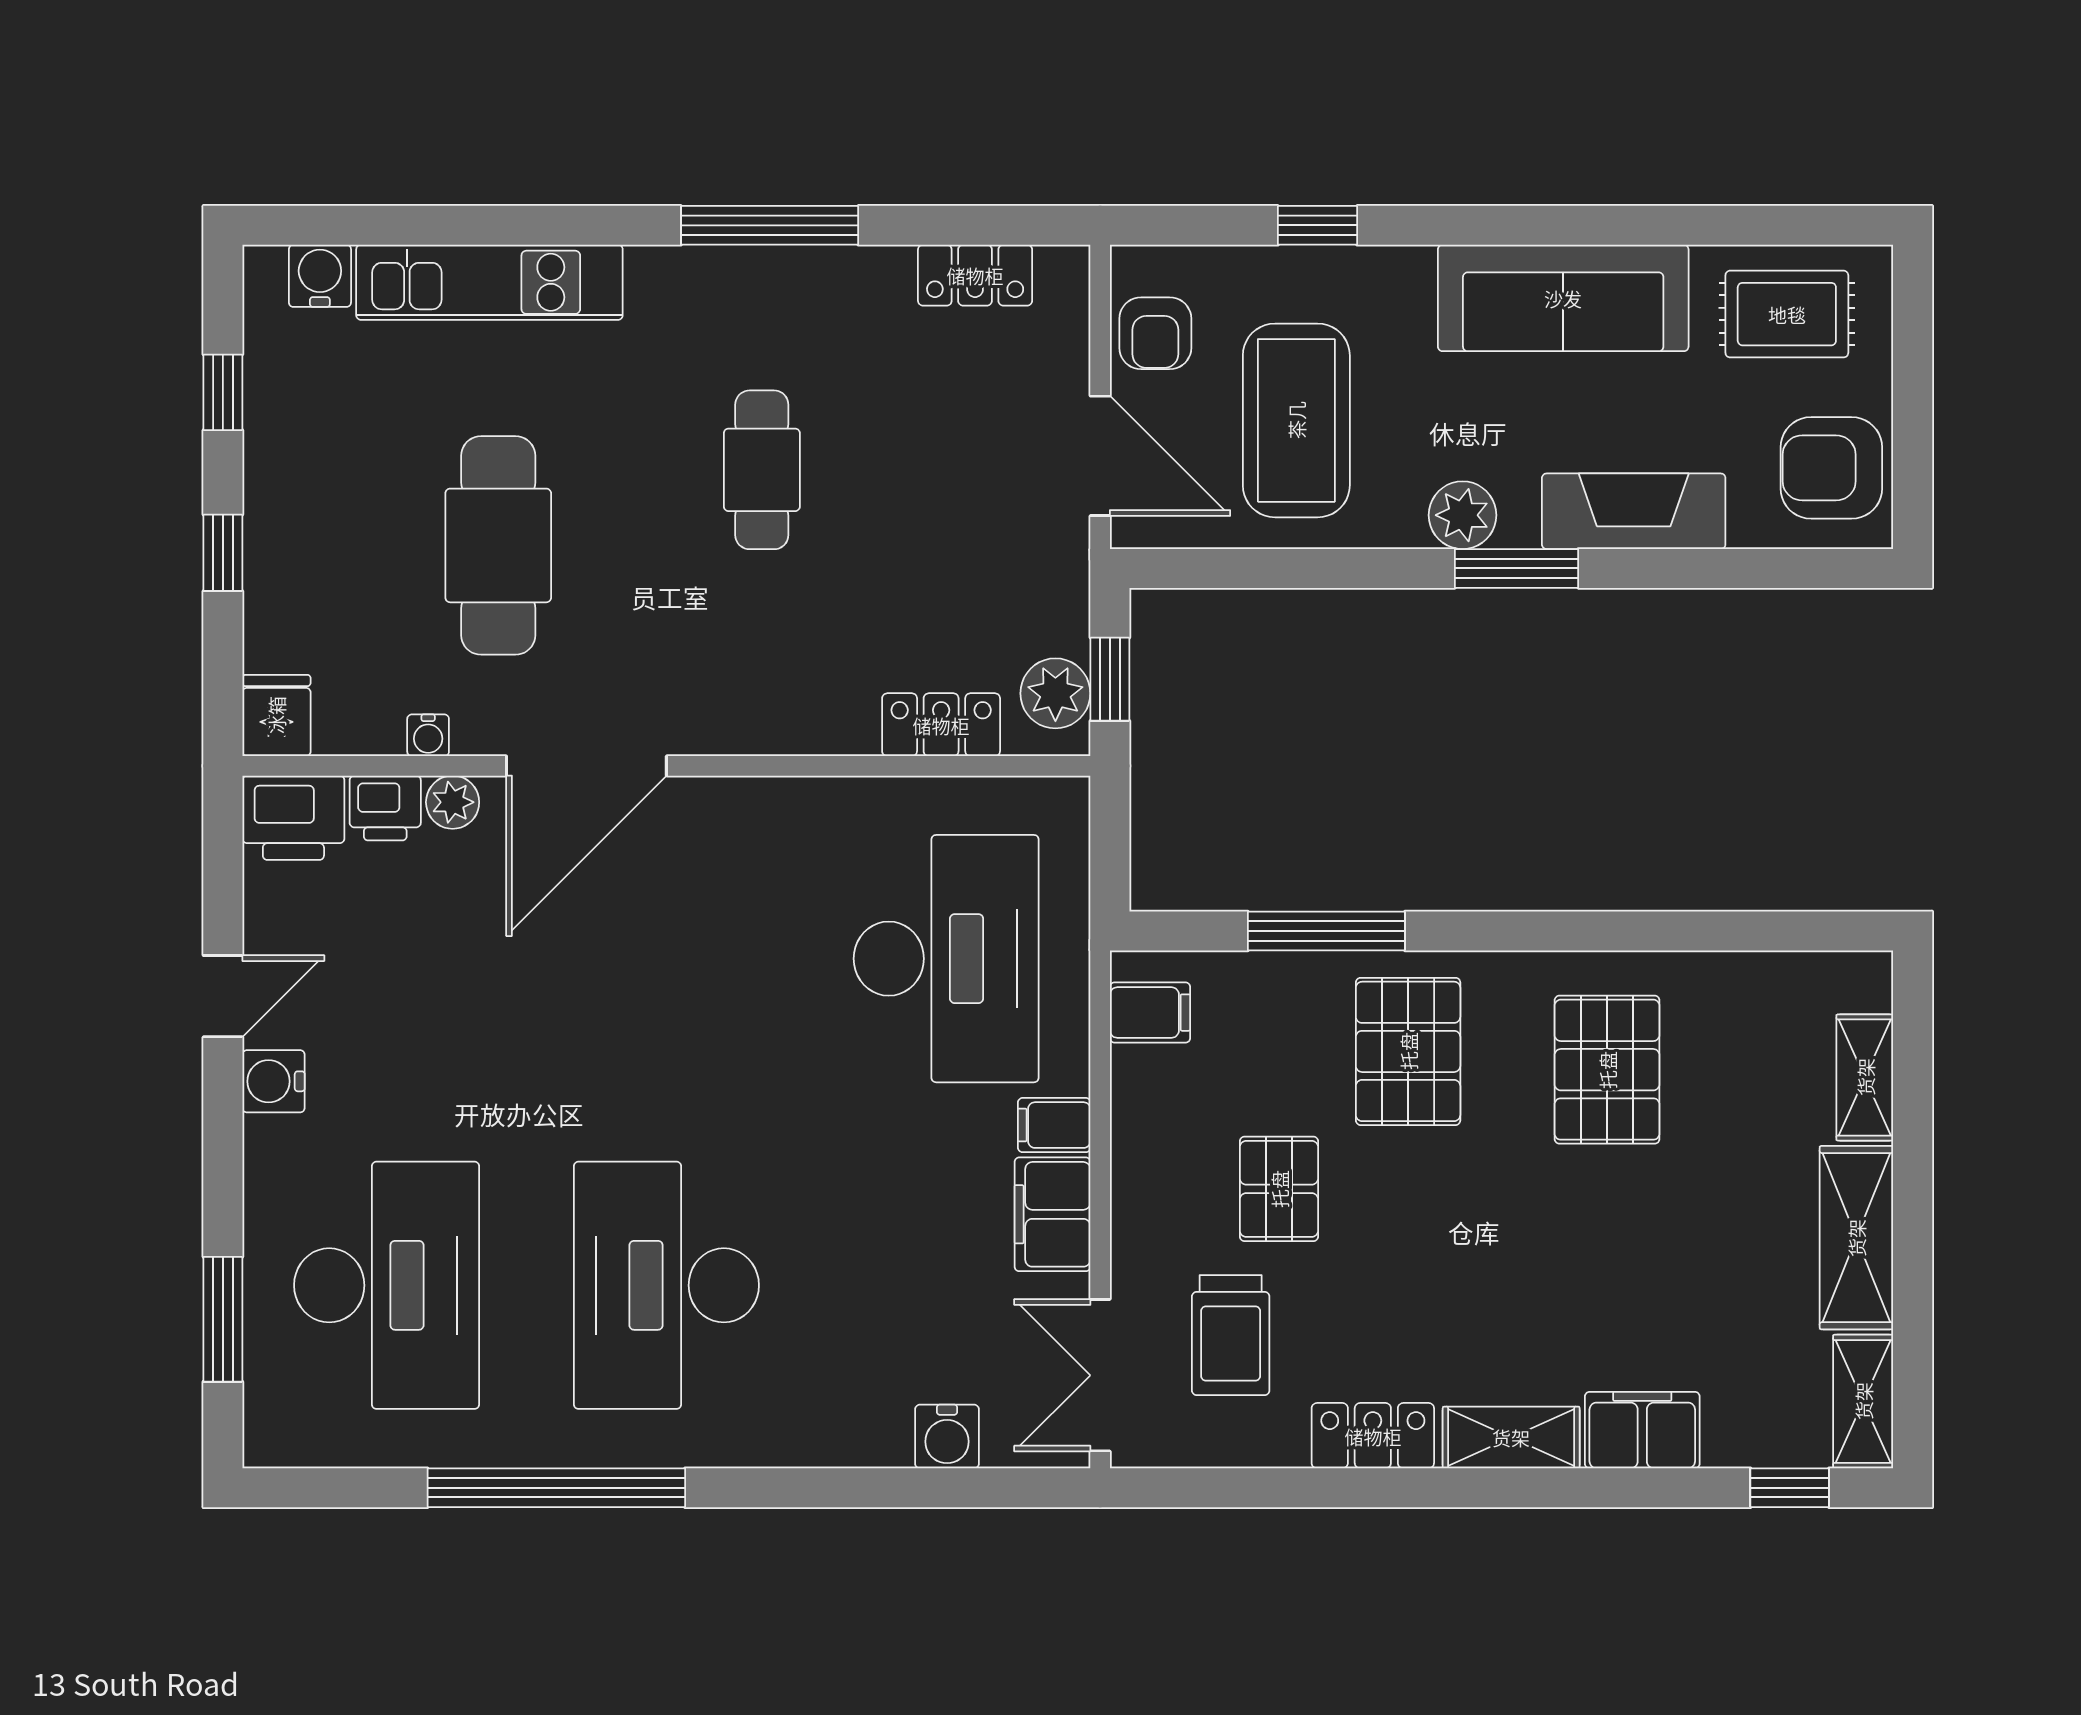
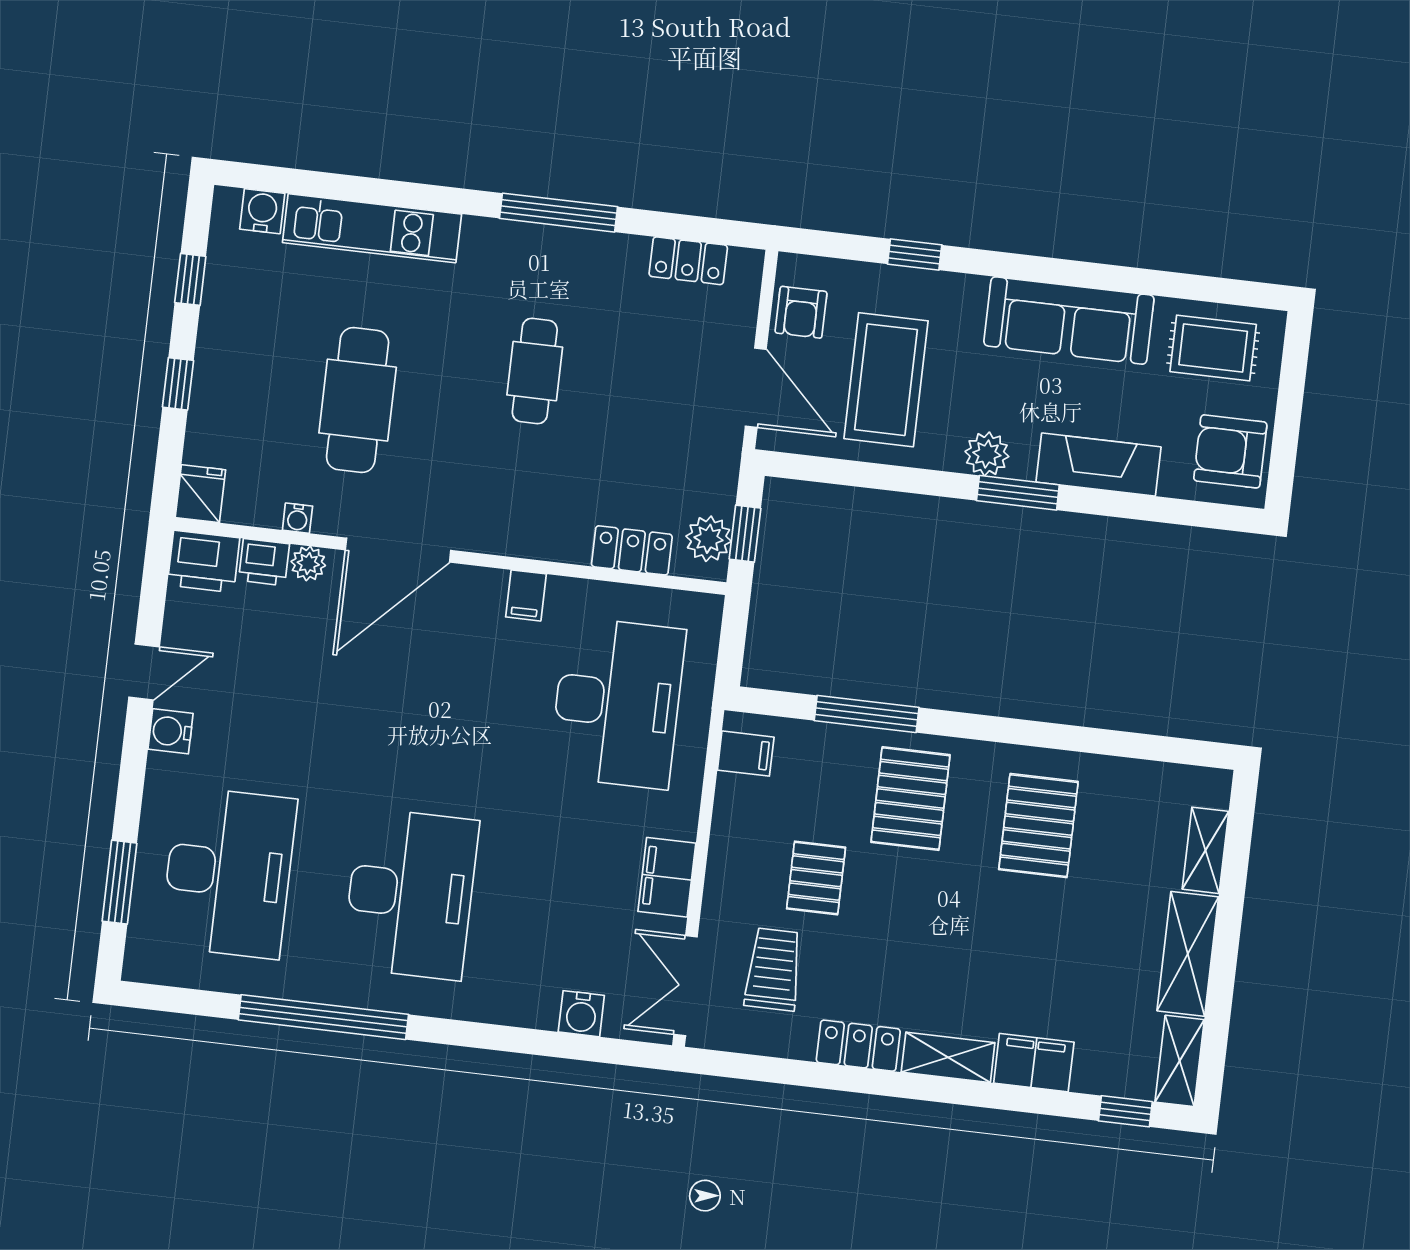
filing cabinet: (1054, 1125) -> (526, 595), moved, turned -90
desk: (666, 1285) -> (410, 894), turned 180
trolley: (1231, 1335) -> (773, 969), turned 180

